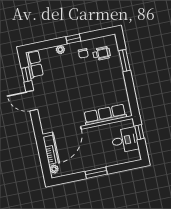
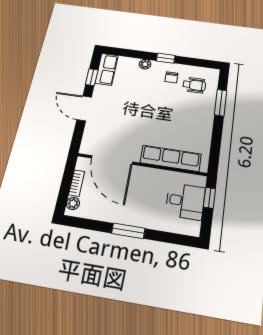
door: (67, 131) -> (112, 160), hinge flipped

